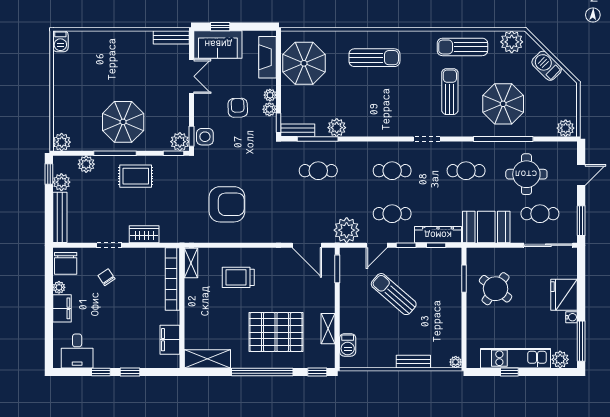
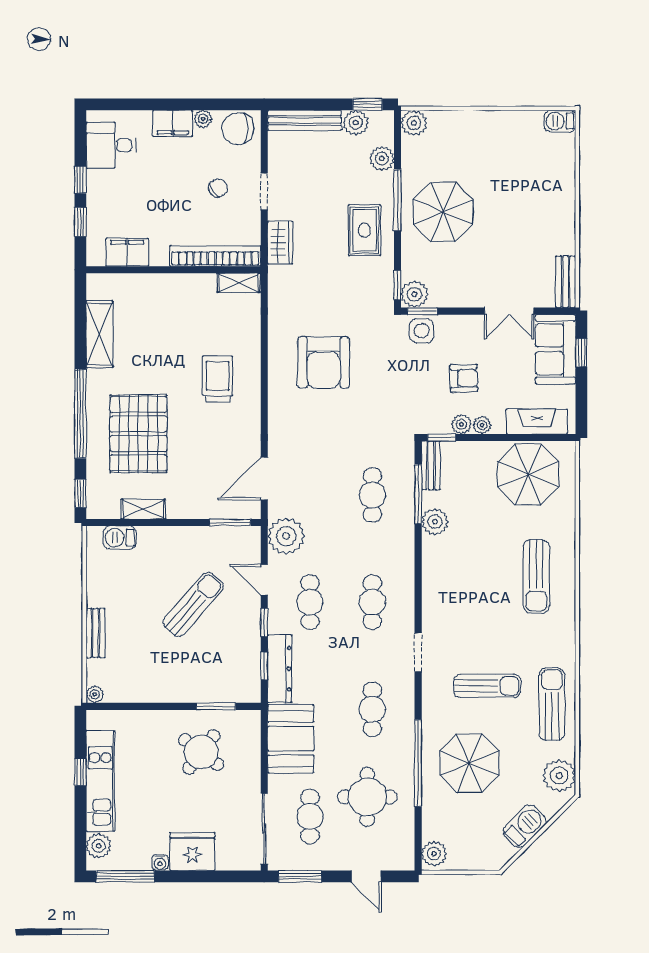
shelving: (191, 263) -> (238, 283), moved
bookcase: (172, 279) -> (215, 256), moved
wall: (182, 308) -> (173, 270), moved
filing cabinet: (170, 340) -> (127, 252), moved

